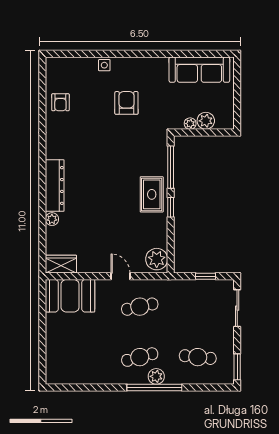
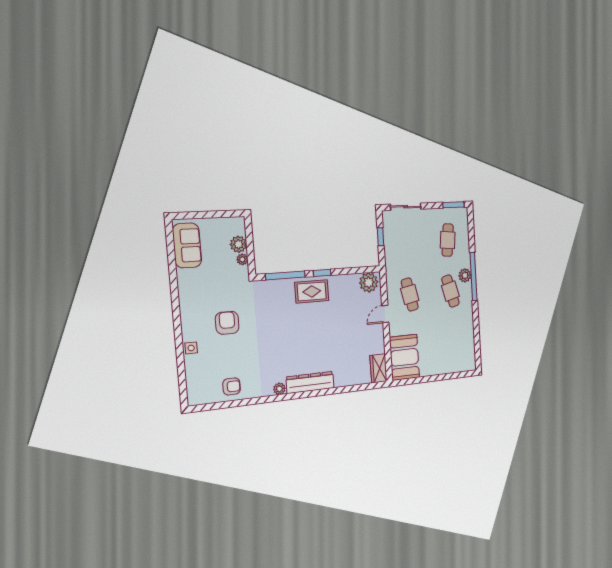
sofa: (199, 70) -> (187, 245), width x0.73
armchair: (126, 103) -> (227, 323), turned 90
plant: (52, 219) -> (279, 389), moved

